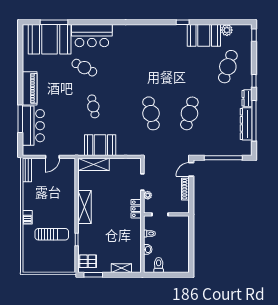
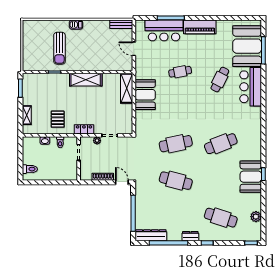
booth: (204, 35) -> (251, 177), moved
cafe table: (151, 67) -> (221, 144), added
cafe table: (93, 106) -> (180, 72), moved
dresser: (246, 124) -> (151, 235), moved
pallet: (88, 261) -> (58, 119), moved
toilet: (159, 265) -> (30, 169), moved

